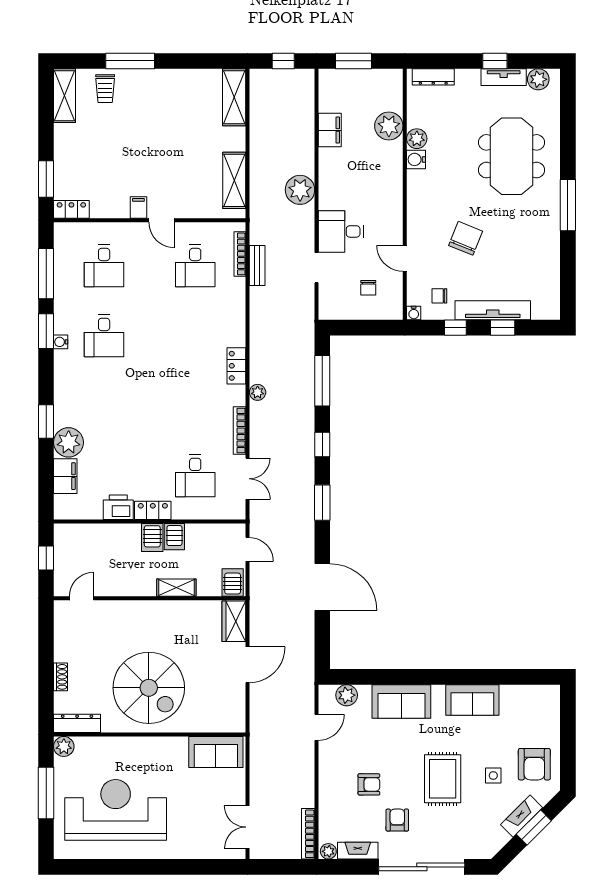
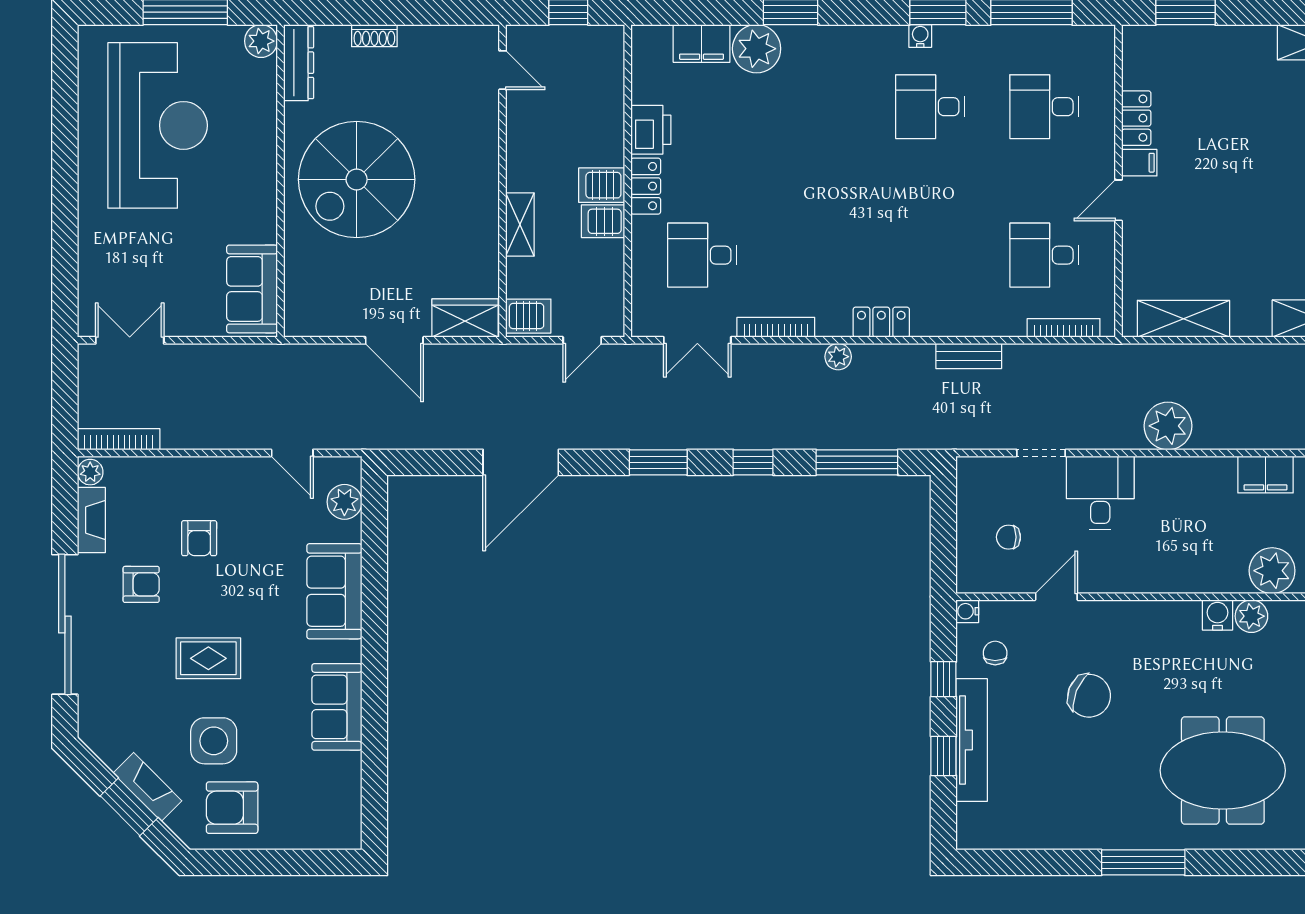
locker: (71, 209) -> (1136, 118), moved
bench: (257, 265) -> (969, 356), moved
side table: (493, 776) -> (214, 741), width x1.87, depth x1.87
rug: (443, 779) -> (208, 658), width x0.73, depth x0.70

